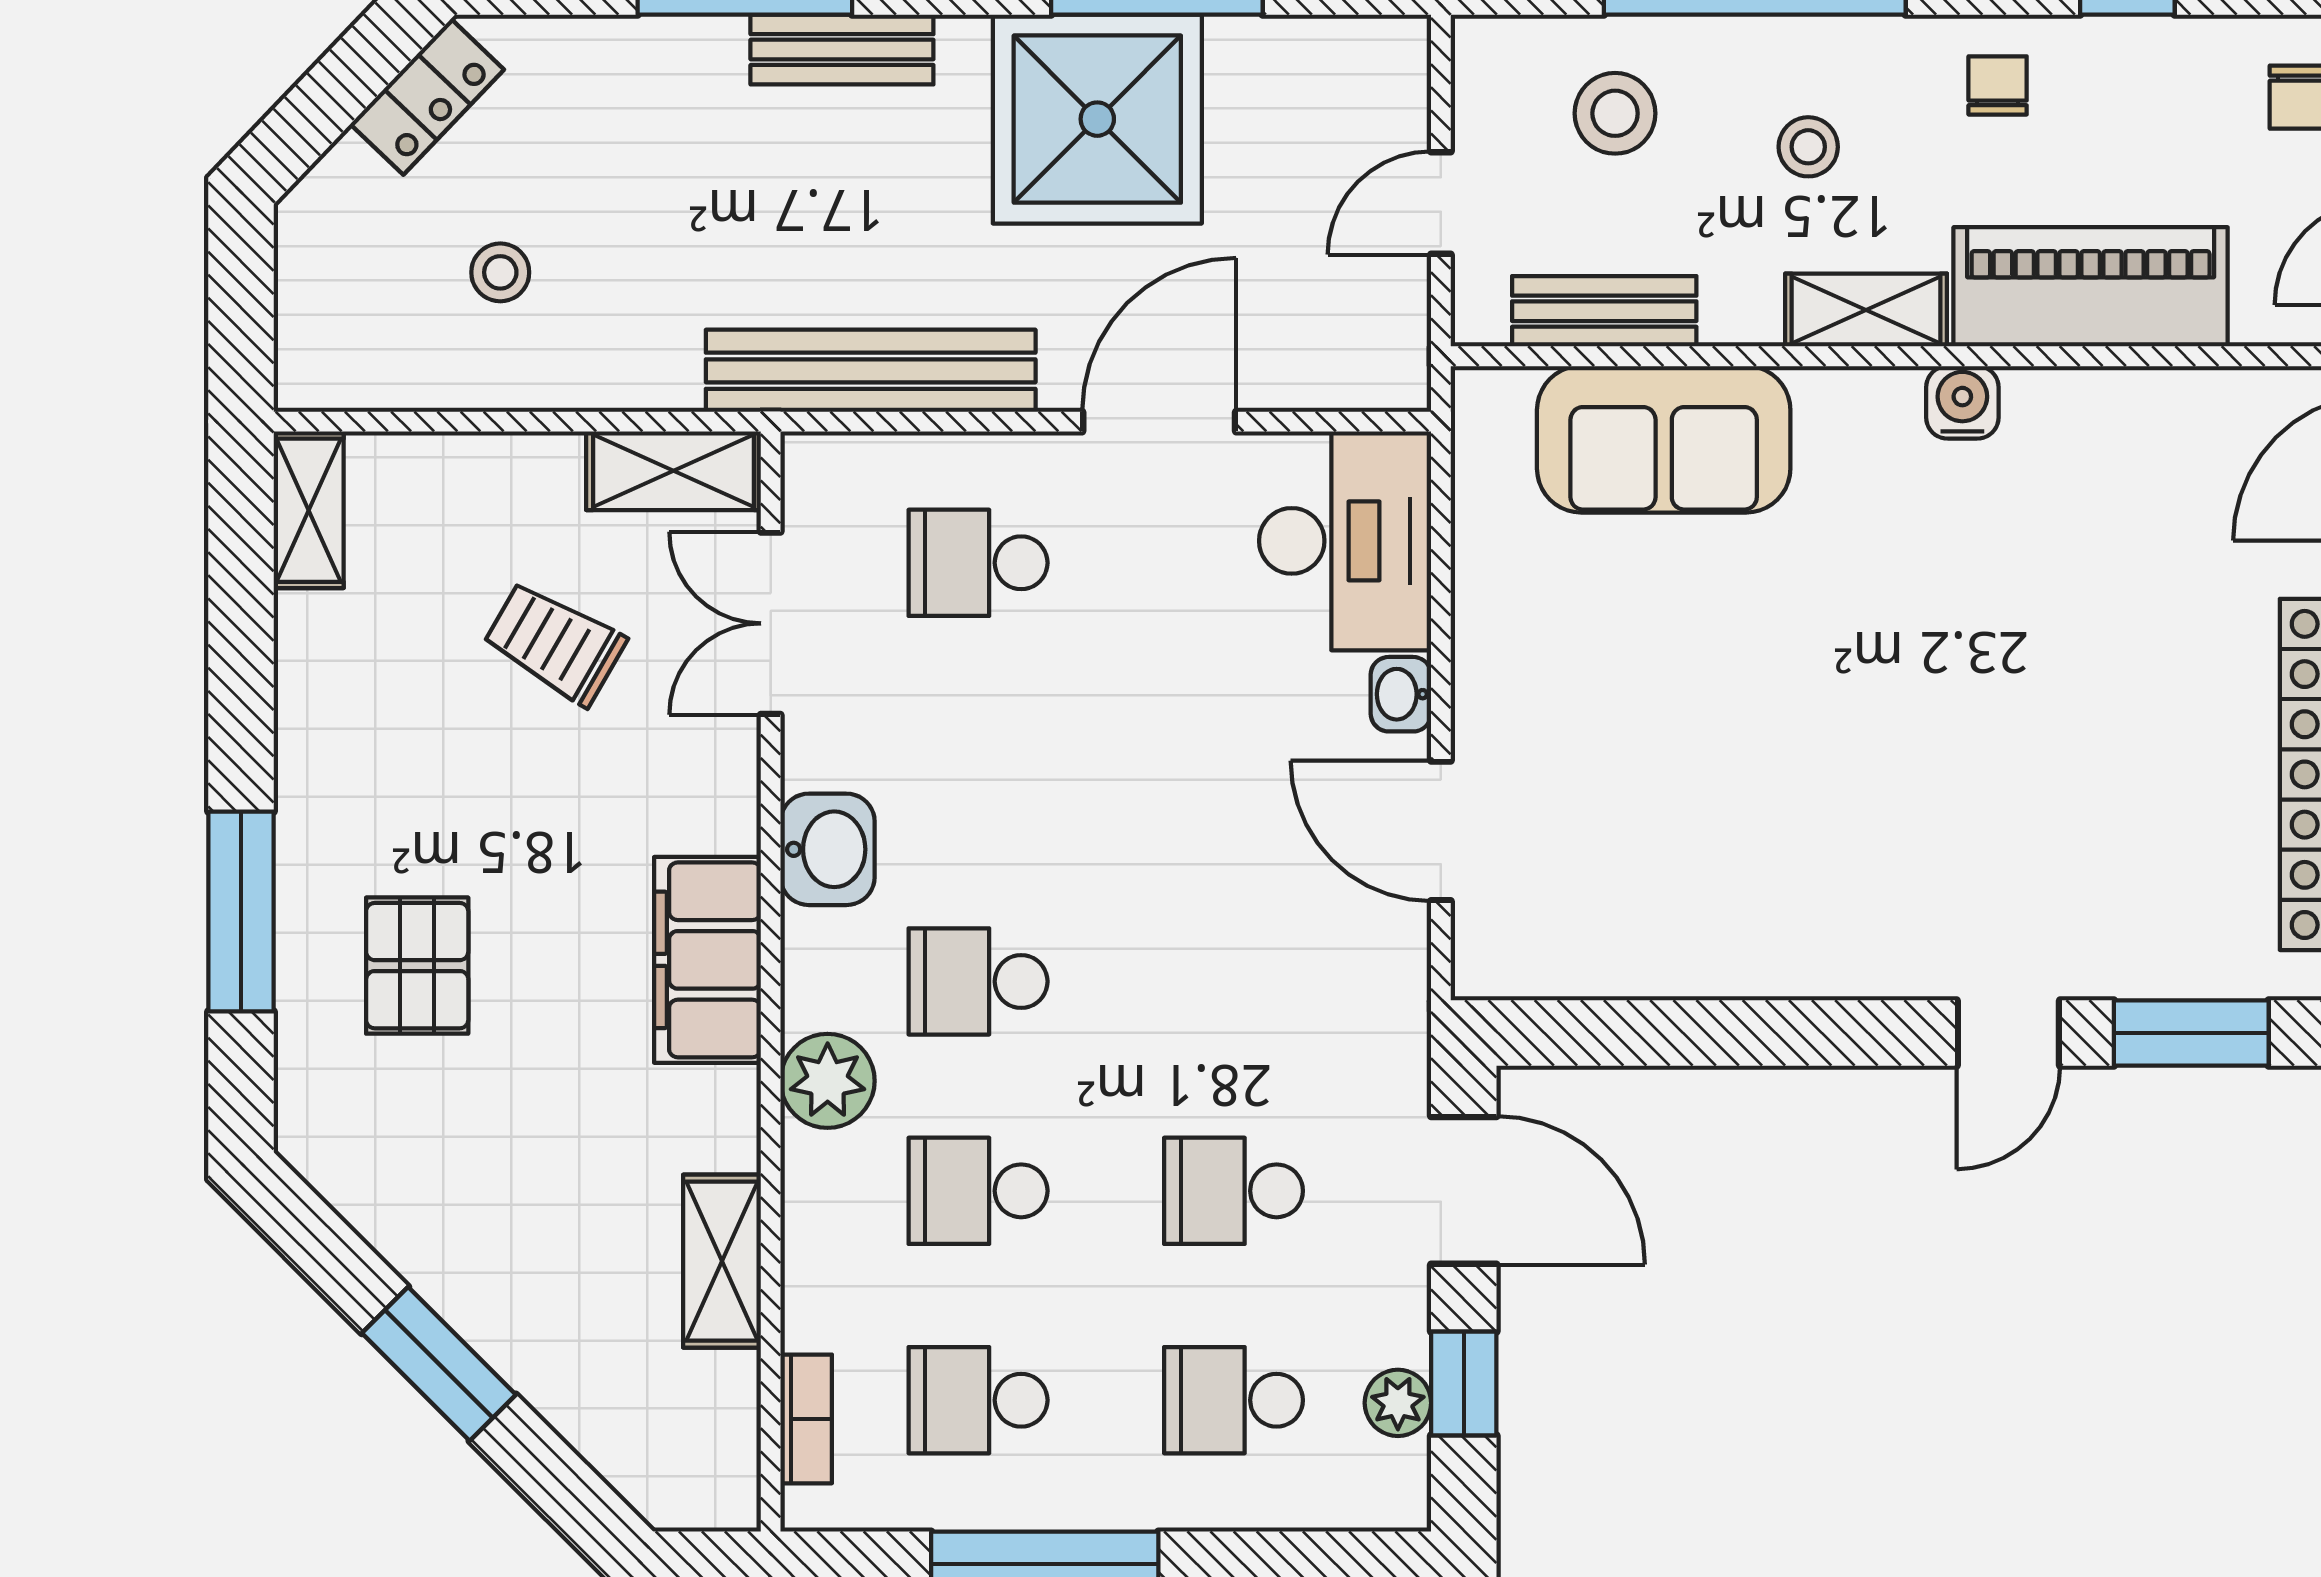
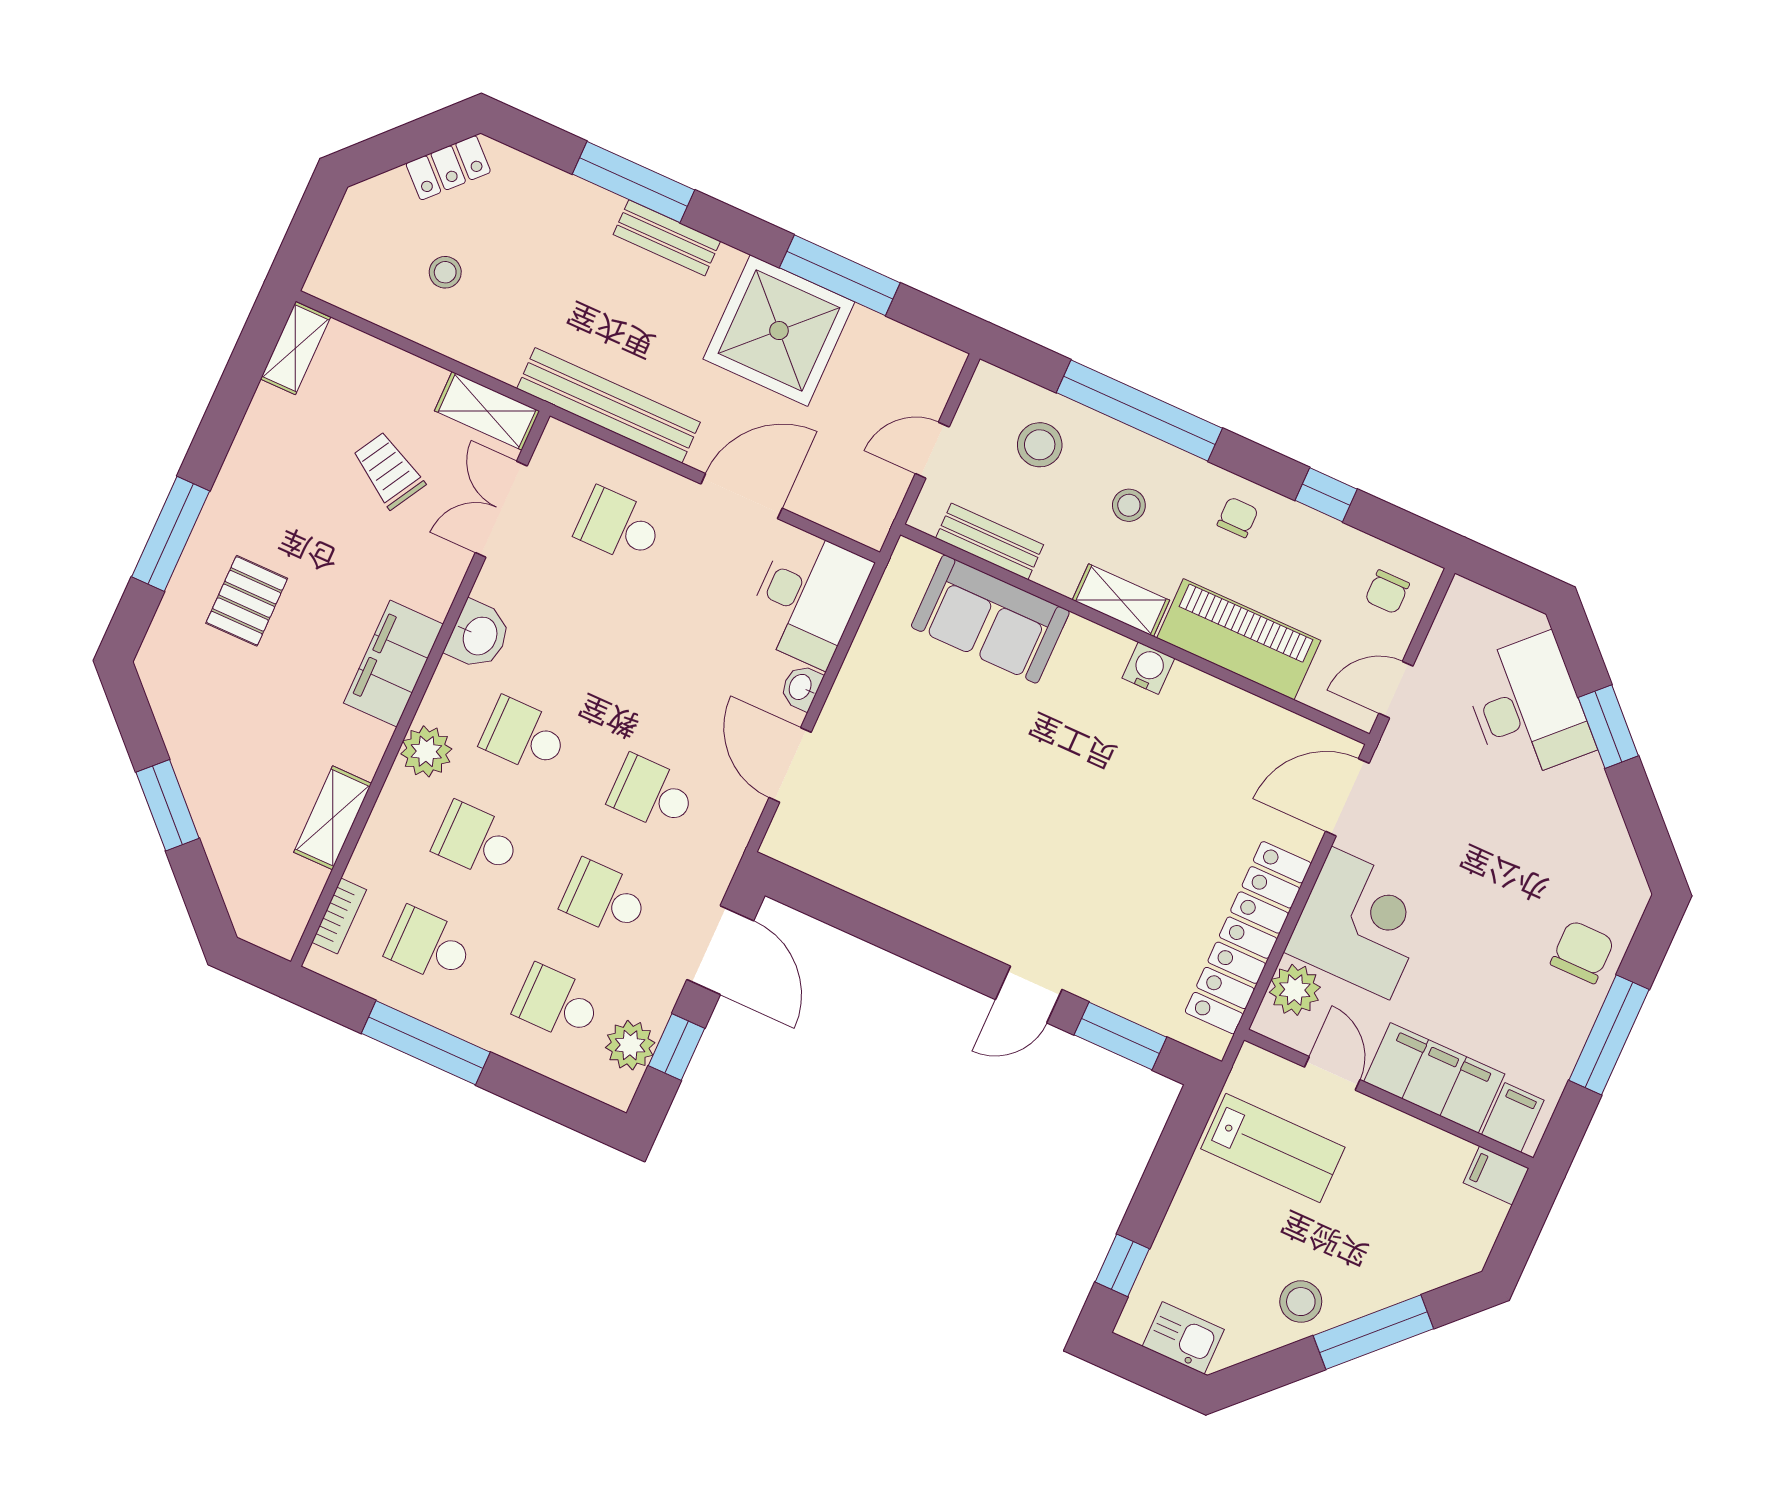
school desk: (1234, 981) -> (652, 793), added
plant: (1398, 1403) -> (630, 1045), width x1.38, depth x1.38

